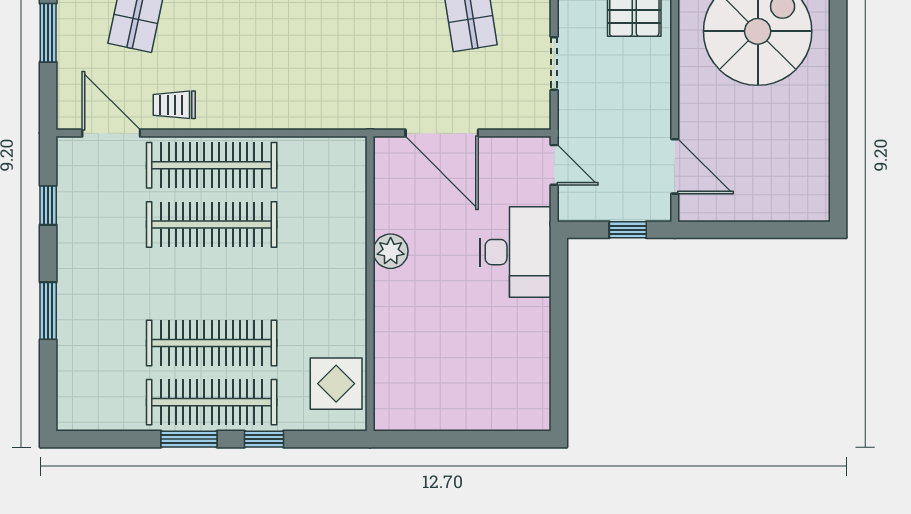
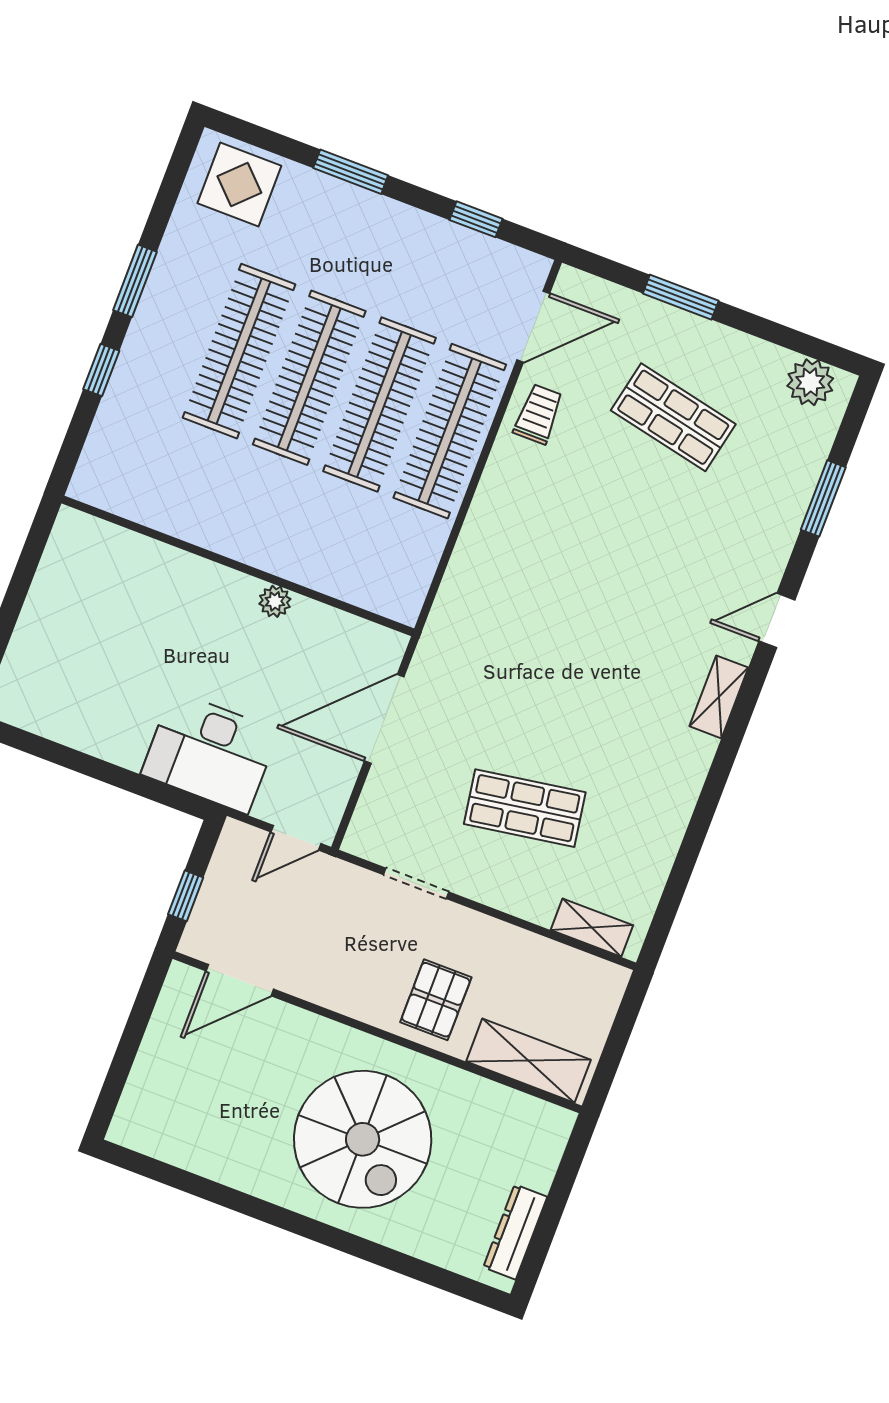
plant: (391, 251) -> (275, 601), width x0.73, depth x0.73
display table: (336, 384) -> (239, 184), moved
clothes rail: (212, 402) -> (309, 378), moved

